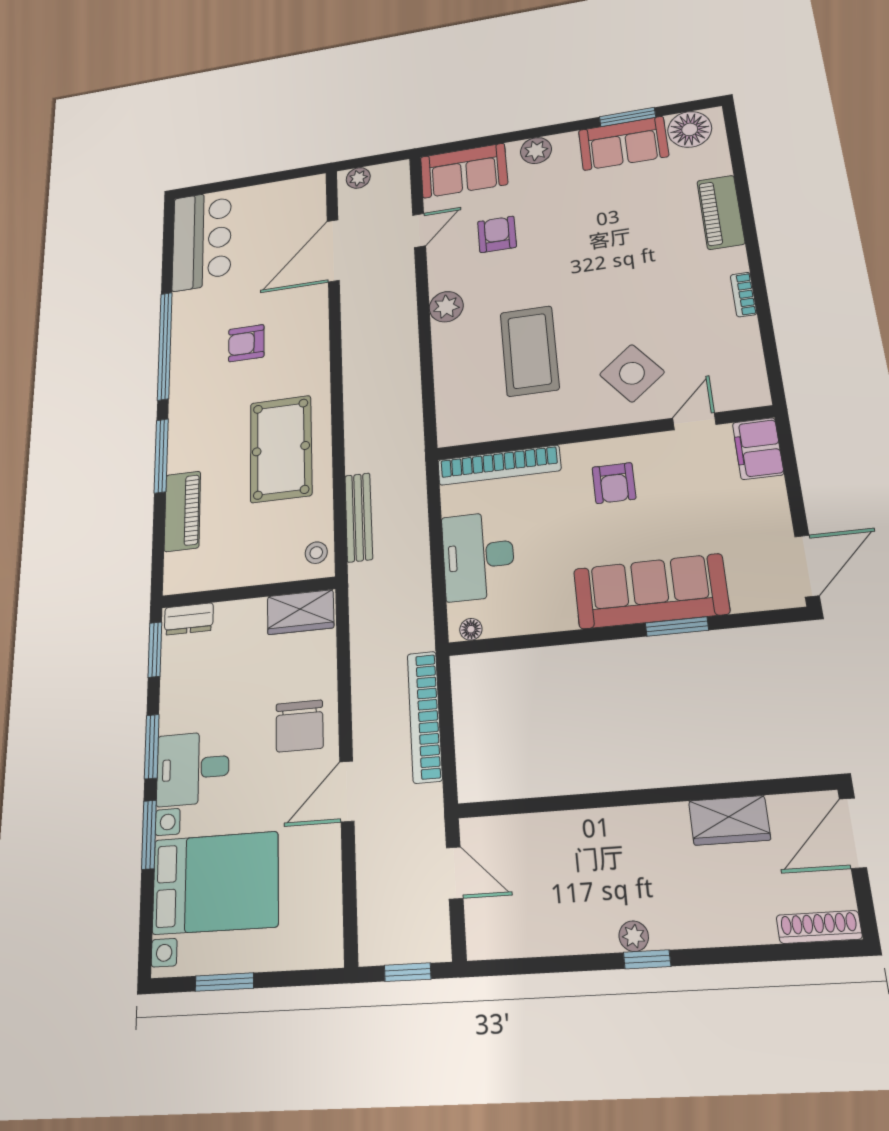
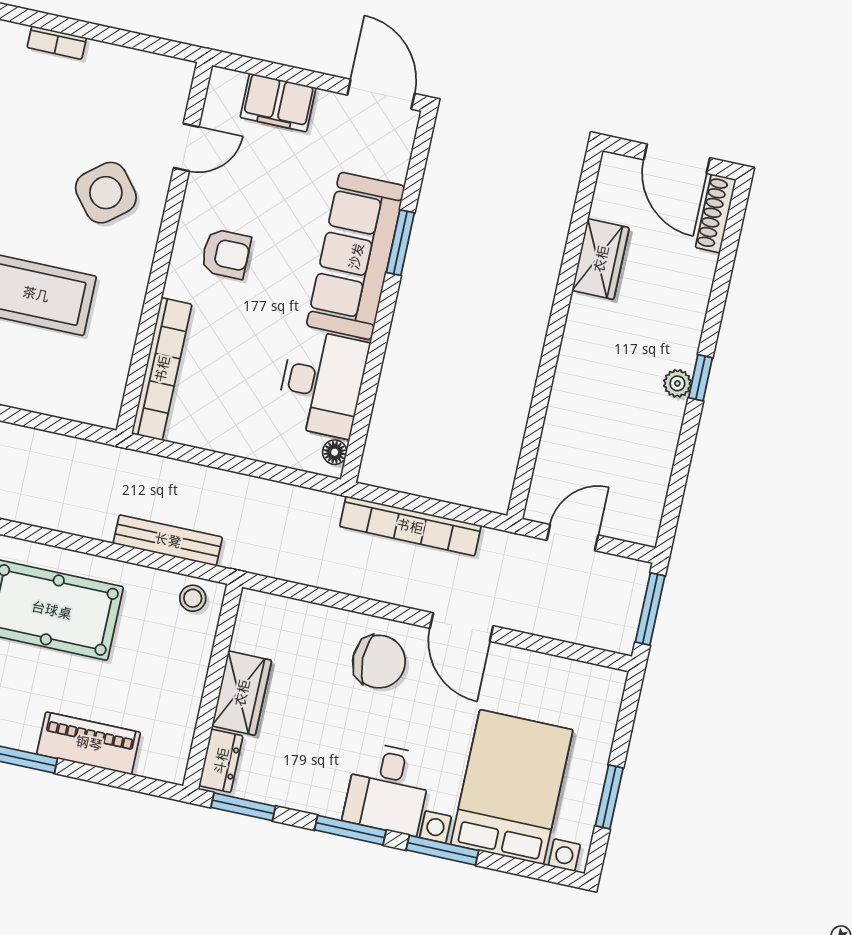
door: (694, 421) -> (186, 147), swing flipped
filing cabinet: (758, 449) -> (278, 103), moved
desk: (478, 556) -> (322, 383), moved, turned -90
wardrobe: (300, 612) -> (242, 693), moved
door: (853, 833) -> (677, 159), moved
window: (408, 972) -> (650, 609), width x1.50

